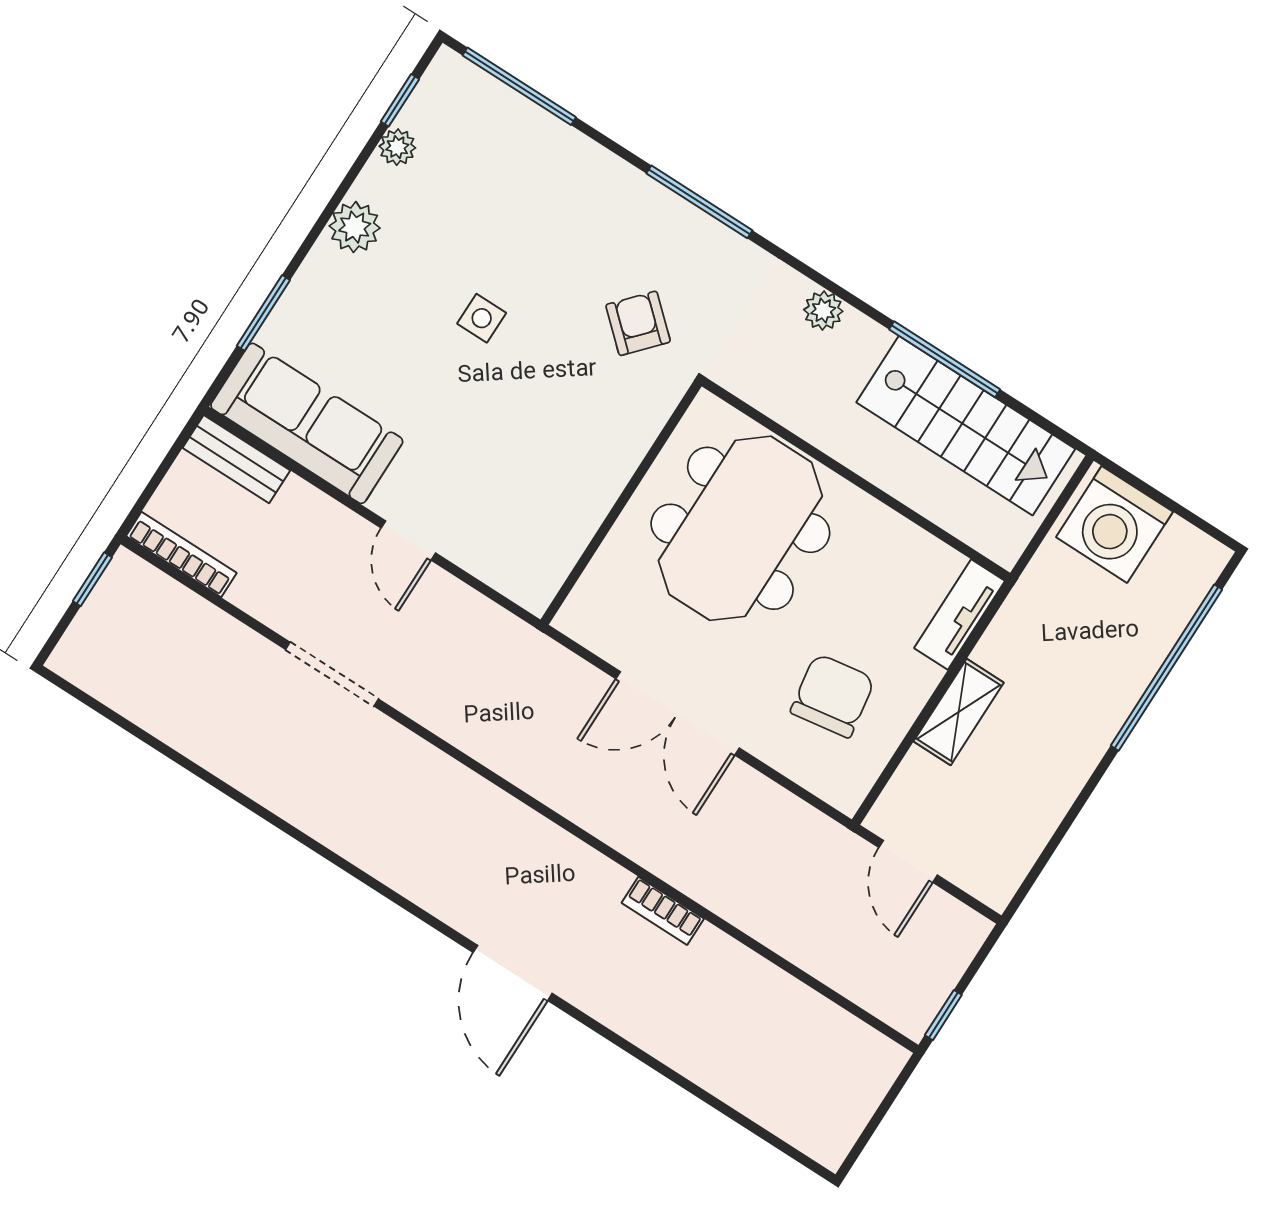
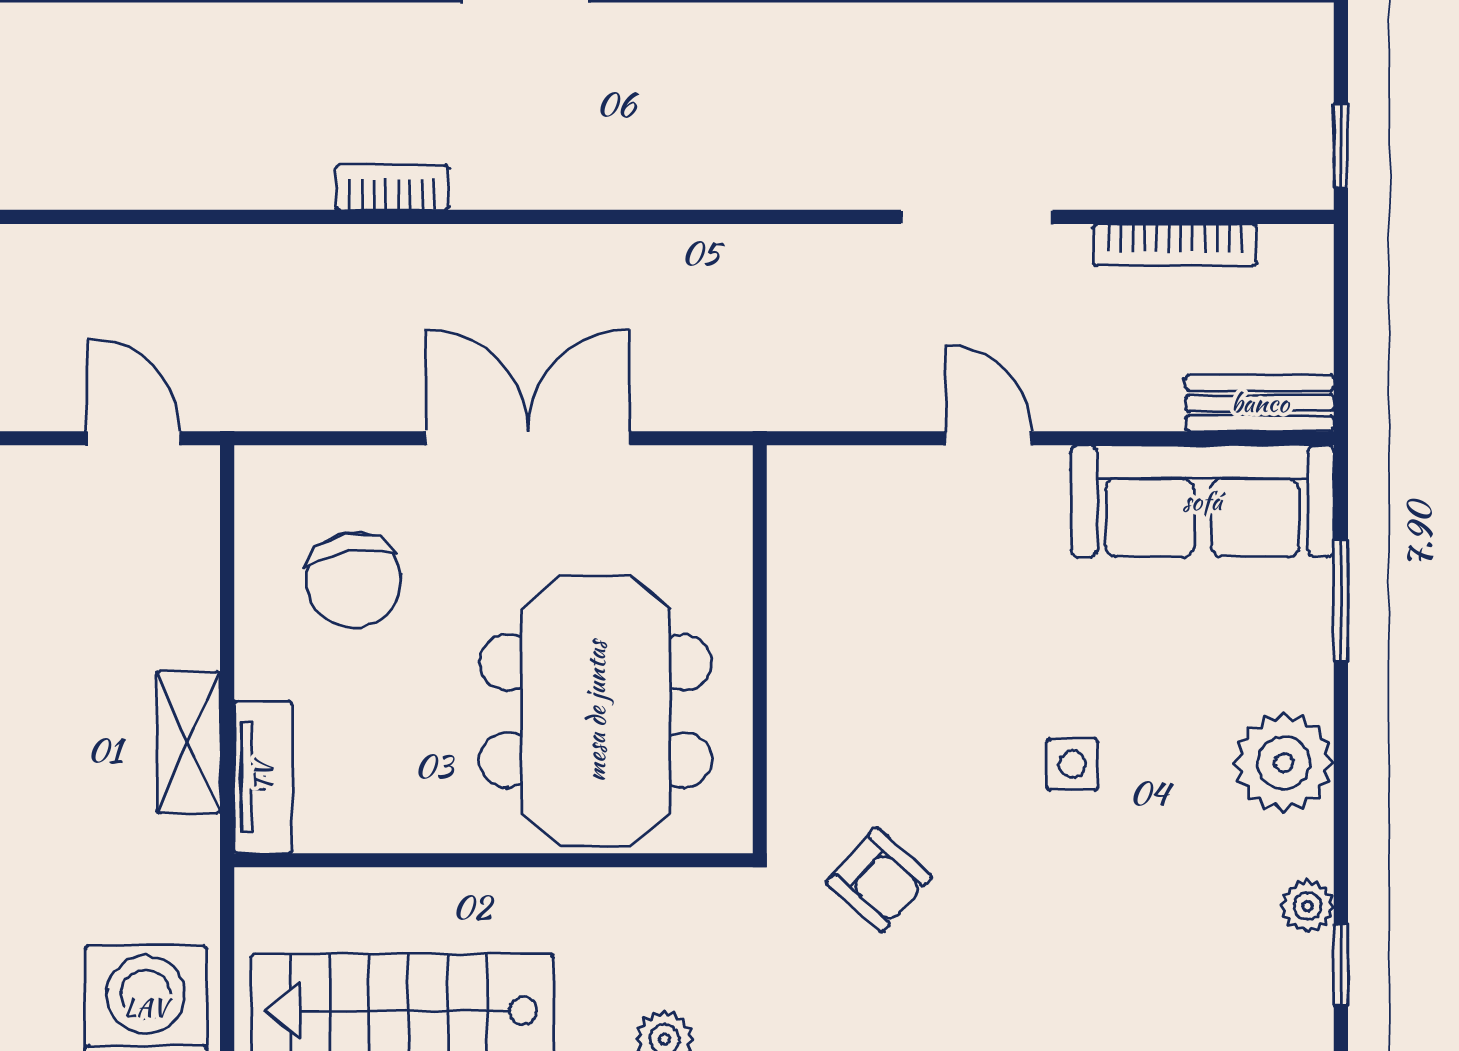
plant: (355, 227) -> (1284, 763), width x1.36, depth x1.36
bookcase: (181, 555) -> (1175, 245), moved
shelving: (959, 712) -> (188, 742), moved

